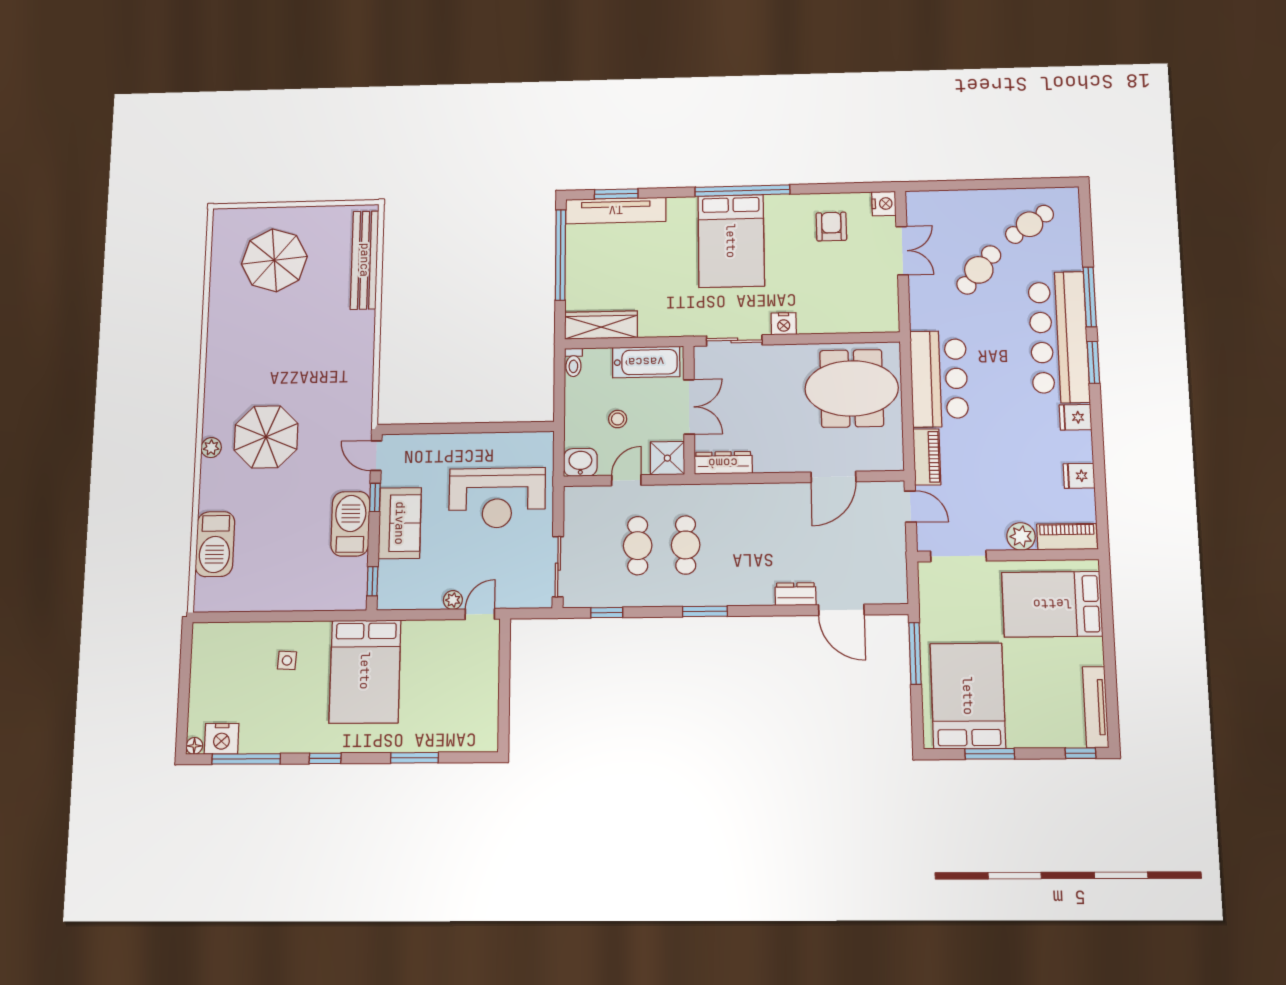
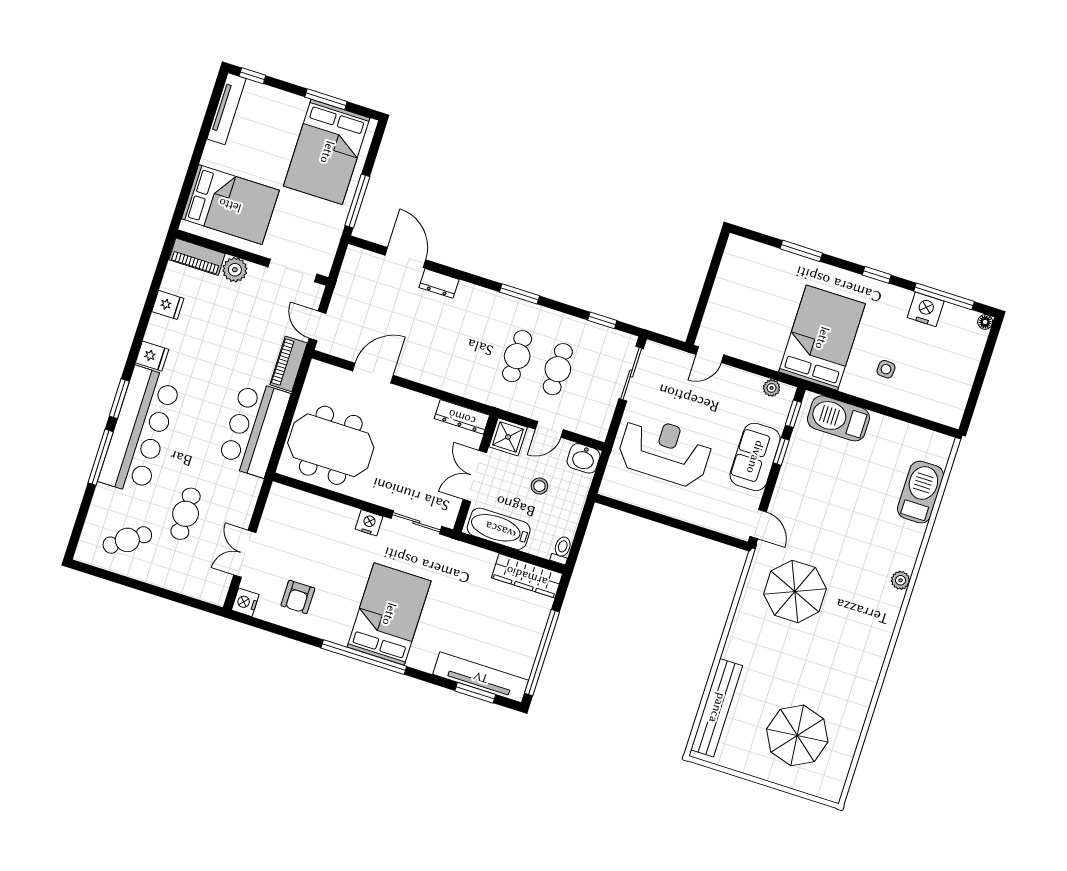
cafe table: (979, 270) -> (186, 514), turned -39
parasol: (266, 437) -> (795, 591), moved
window: (375, 497) -> (781, 452), moved
barbecue: (350, 524) -> (838, 418), moved, turned 90
plant: (453, 600) -> (772, 388), moved
nightstand: (222, 739) -> (926, 309), moved

